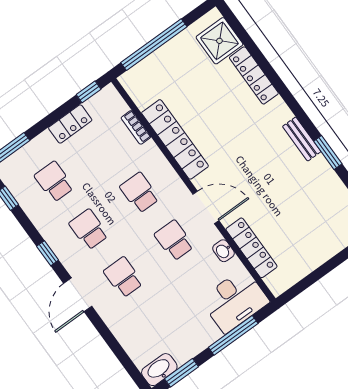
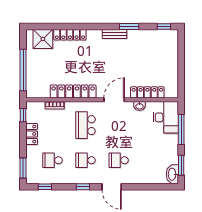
school desk: (139, 193) -> (86, 125), width x1.85
school desk: (174, 240) -> (119, 125), removed

